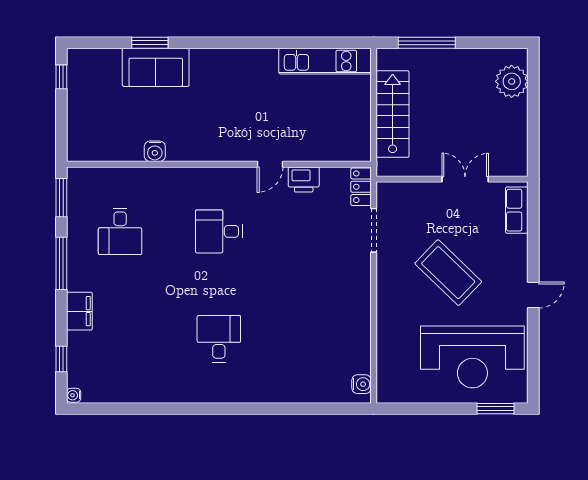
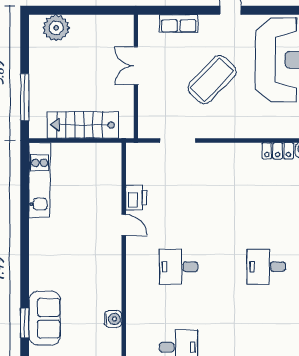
locker: (361, 187) -> (278, 151), moved
row of seats: (517, 210) -> (179, 24), moved
desk: (219, 231) -> (179, 267), turned 90

